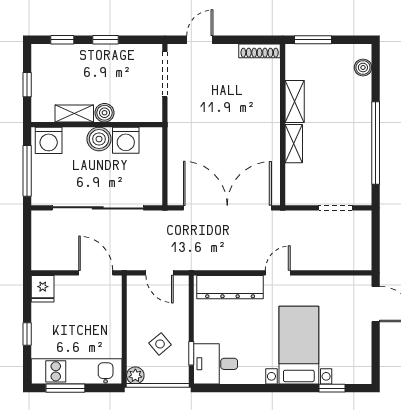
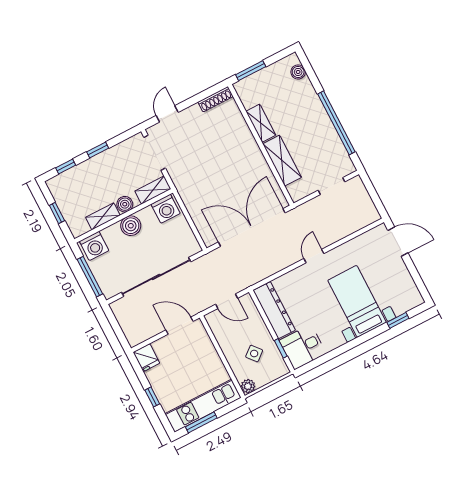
shelving: (142, 113) -> (153, 190), added
washing machine: (126, 140) -> (166, 209), moved
shelving: (294, 144) -> (282, 161), width x1.50, depth x1.33
dresser: (230, 287) -> (274, 310), moved, turned -90

